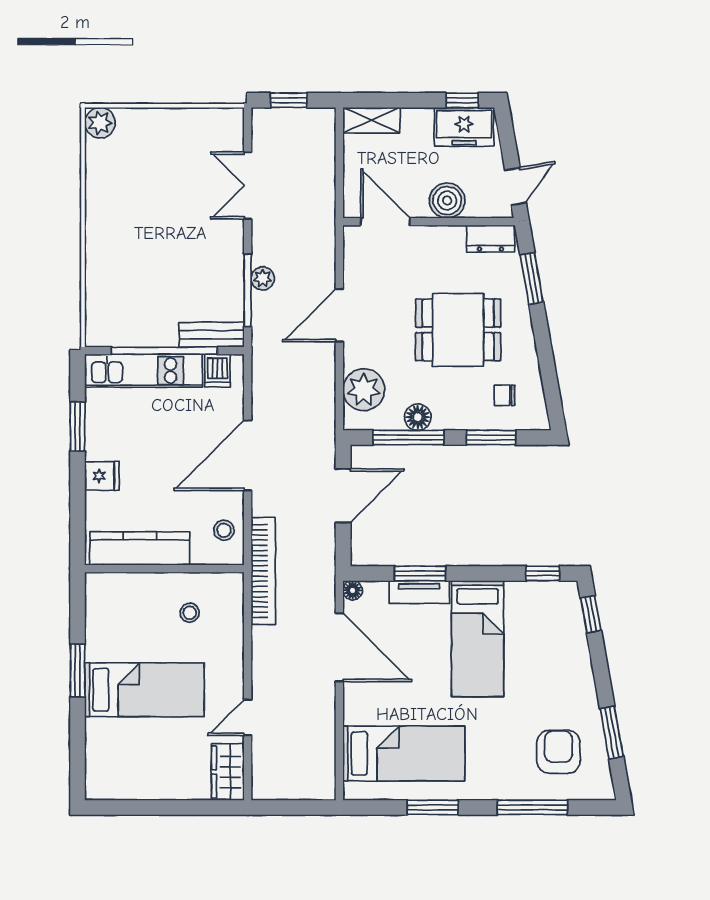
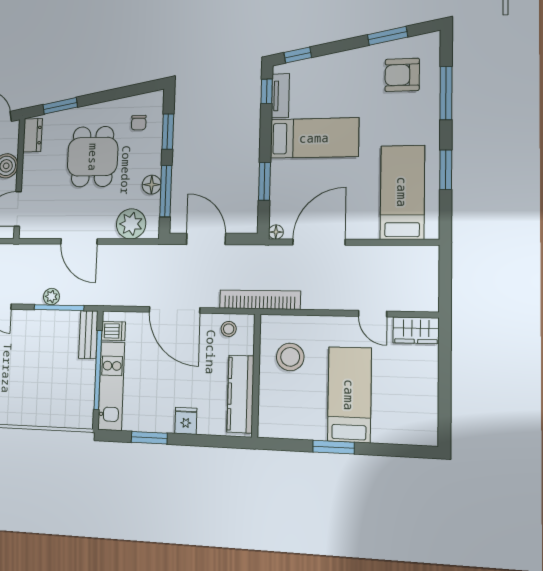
tv unit: (419, 592) -> (280, 96), moved
stool: (190, 613) -> (290, 357), width x1.89, depth x1.89

